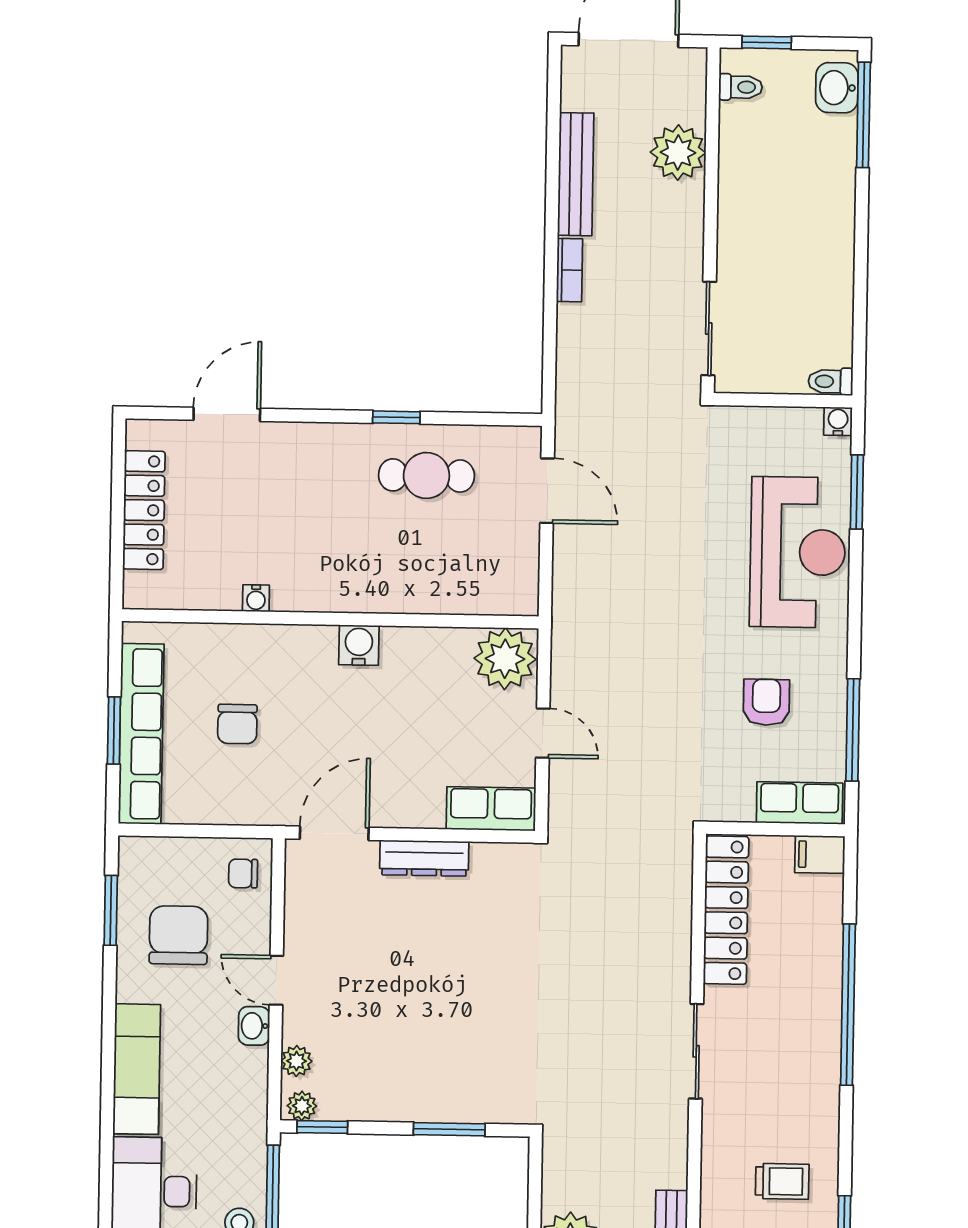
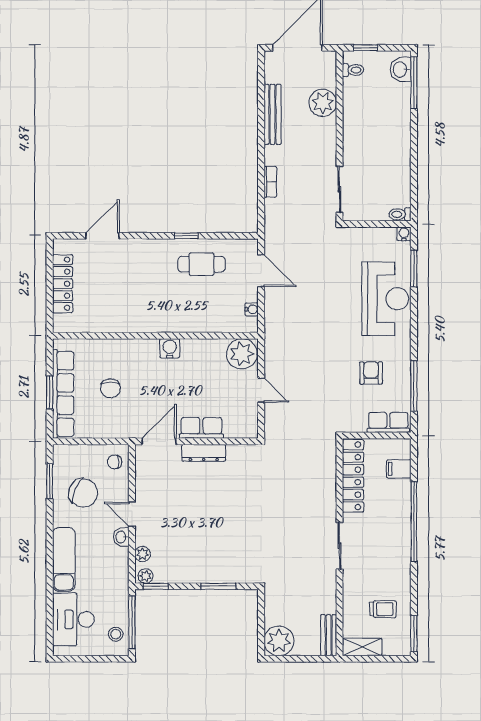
bookcase: (569, 270) -> (270, 182), moved
water cooler: (256, 598) -> (252, 309), moved, turned -90
row of seats: (491, 809) -> (201, 428), moved
filing cabinet: (820, 854) -> (399, 469), moved
chair: (178, 935) -> (83, 493), turned 113

